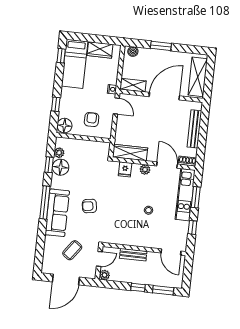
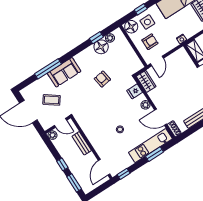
door: (116, 106) -> (157, 61), moved
side table: (72, 107) -> (147, 22), added
wardrobe: (130, 152) -> (146, 81), width x0.67
door: (167, 165) -> (160, 117), swing flipped
window: (45, 202) -> (48, 69), moved
armchair: (89, 206) -> (102, 79), moved
sofa: (57, 213) -> (64, 72), width x0.73
window: (192, 227) -> (124, 174), moved

